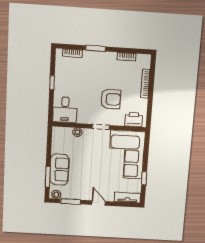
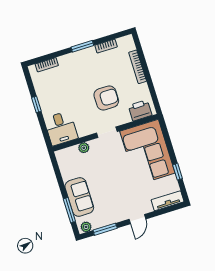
window: (96, 48) -> (82, 46), moved
door: (99, 203) -> (137, 219), swing flipped

